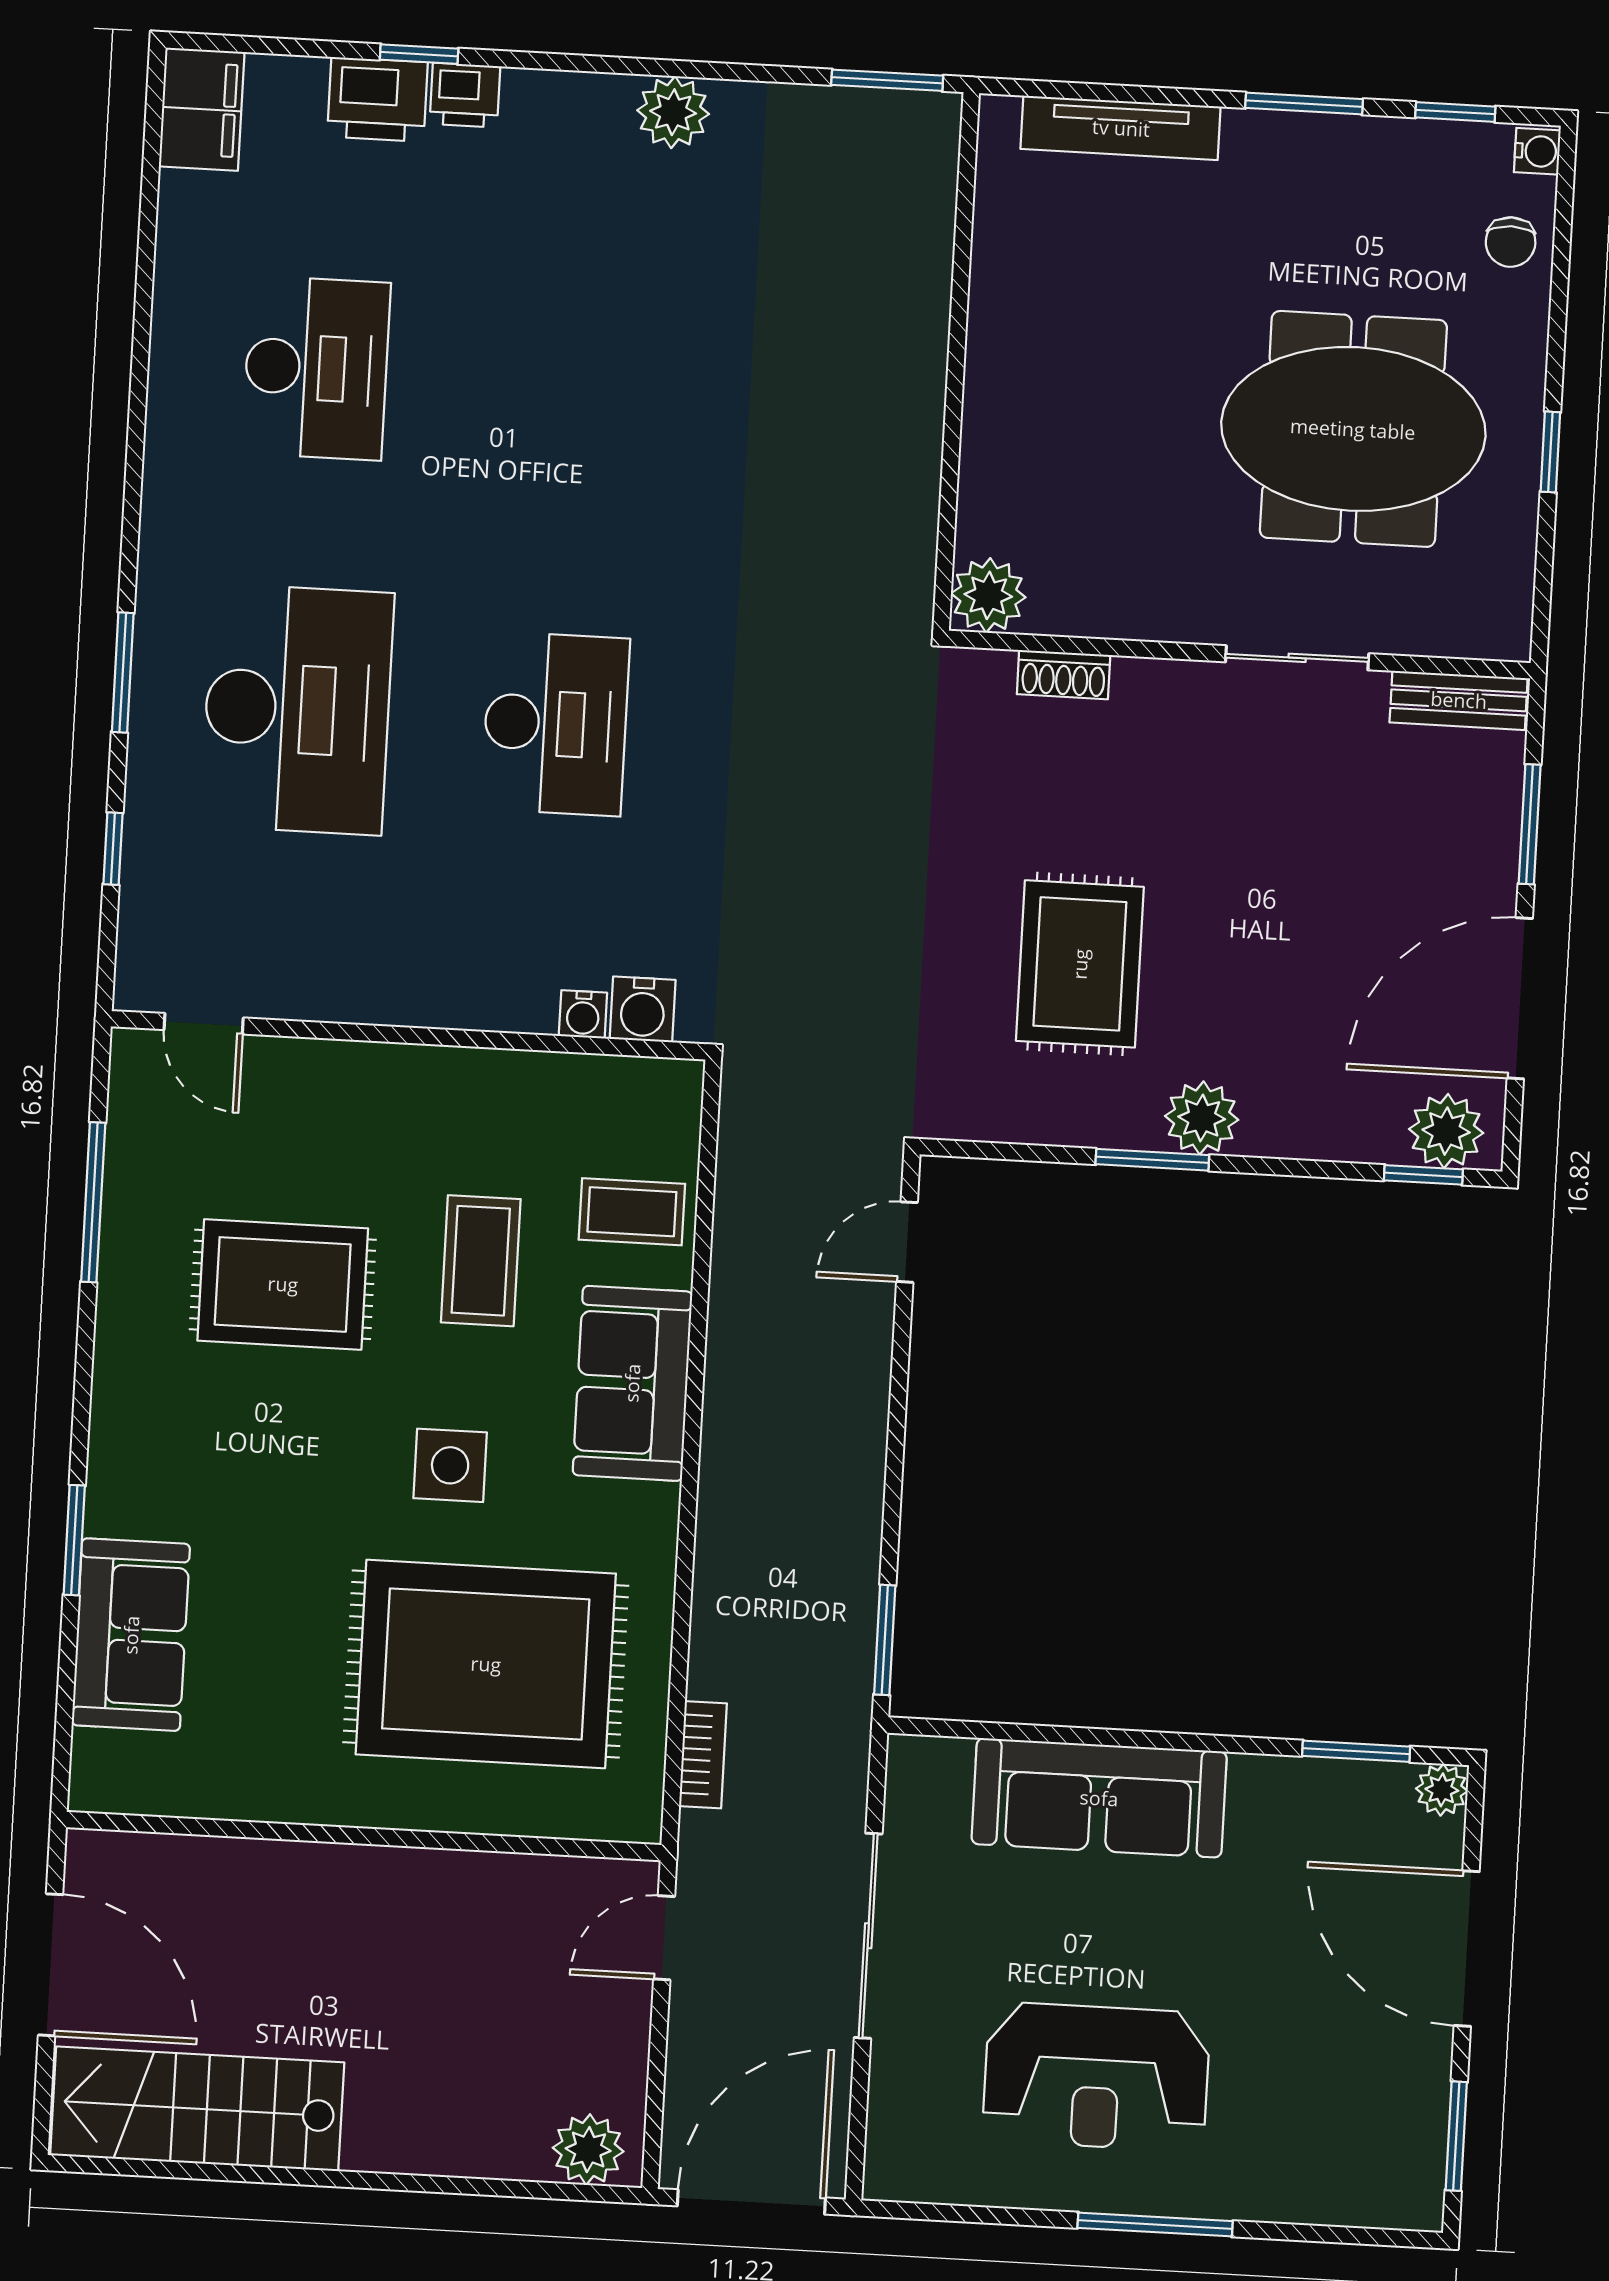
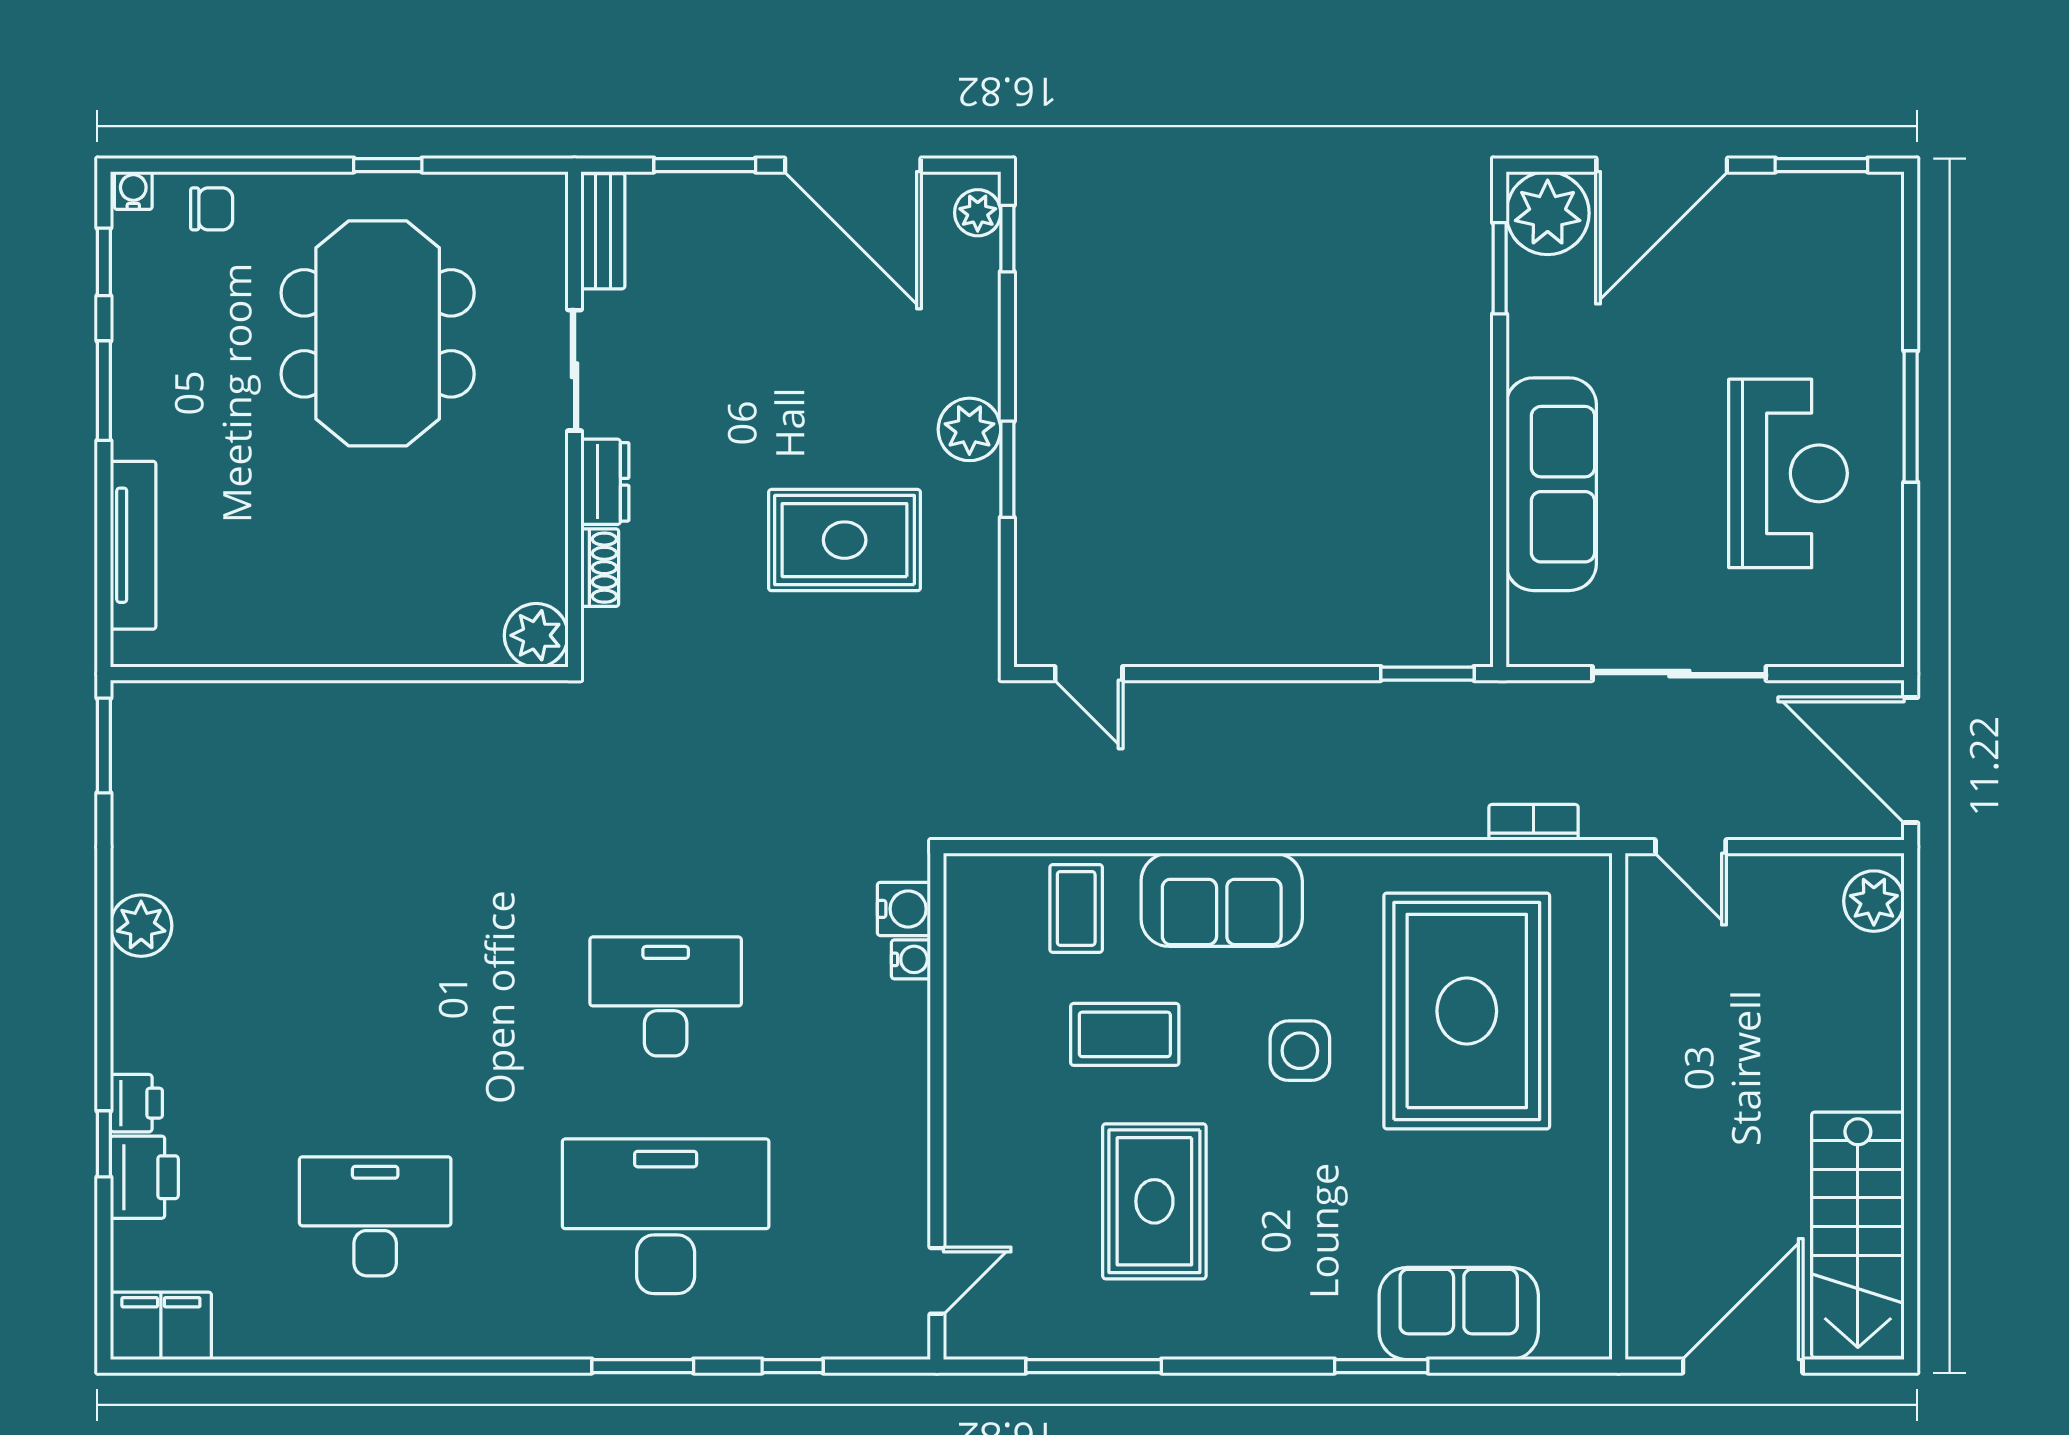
dresser: (1164, 686) -> (605, 482), added
plant: (1446, 1131) -> (978, 213), width x0.73, depth x0.73
plant: (1442, 1790) -> (1548, 213), width x1.87, depth x1.87

